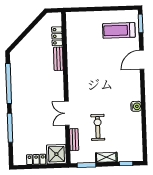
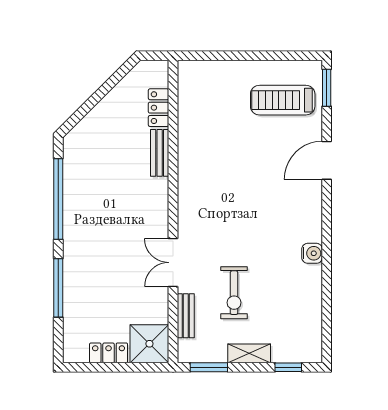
exercise bike: (98, 127) -> (234, 293), turned 180

